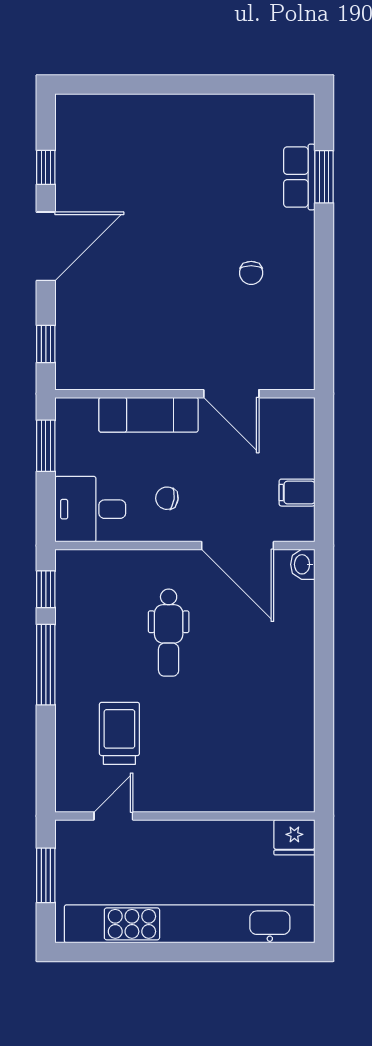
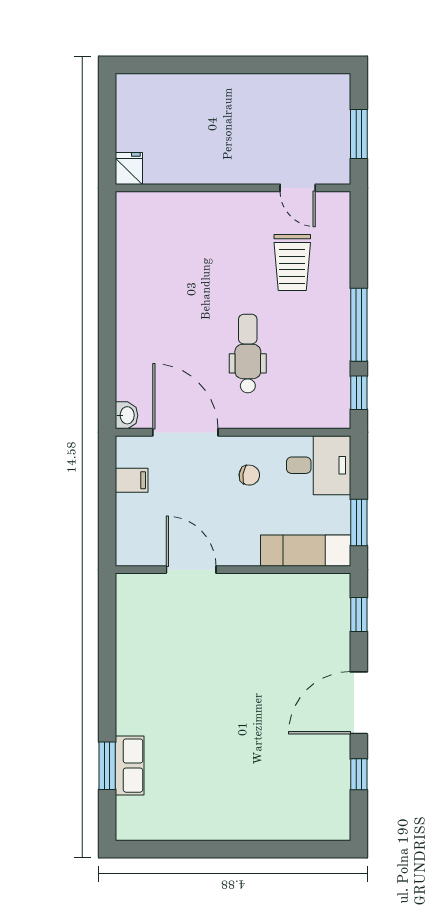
chair: (251, 273) -> (173, 679), removed
exam couch: (149, 415) -> (306, 551), moved
door: (113, 816) -> (298, 188), hinge flipped
fridge: (294, 837) -> (129, 168), width x0.72
kitchen unit: (190, 924) -> (229, 90), removed

